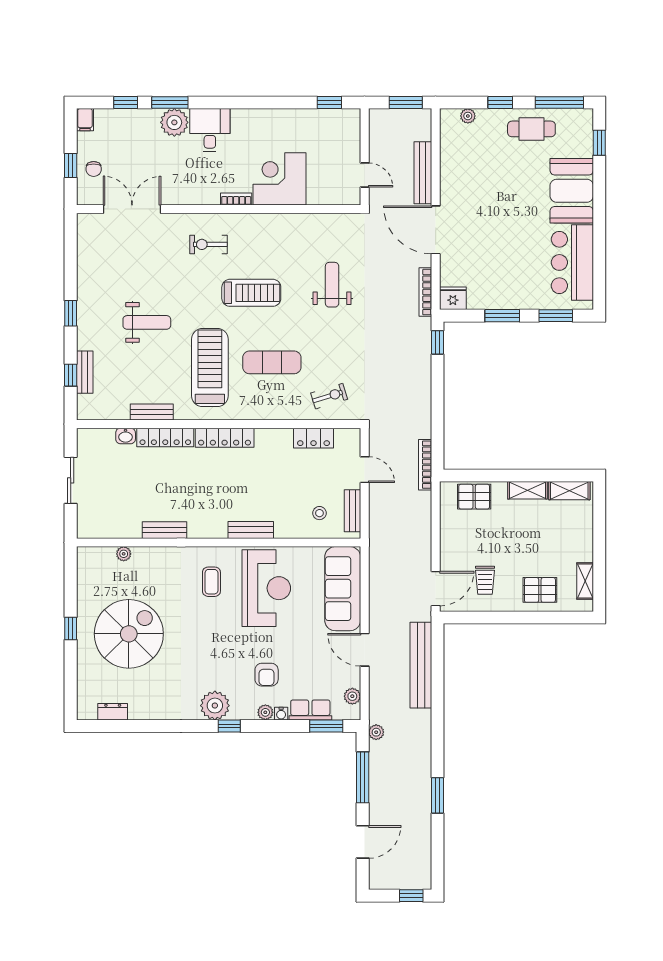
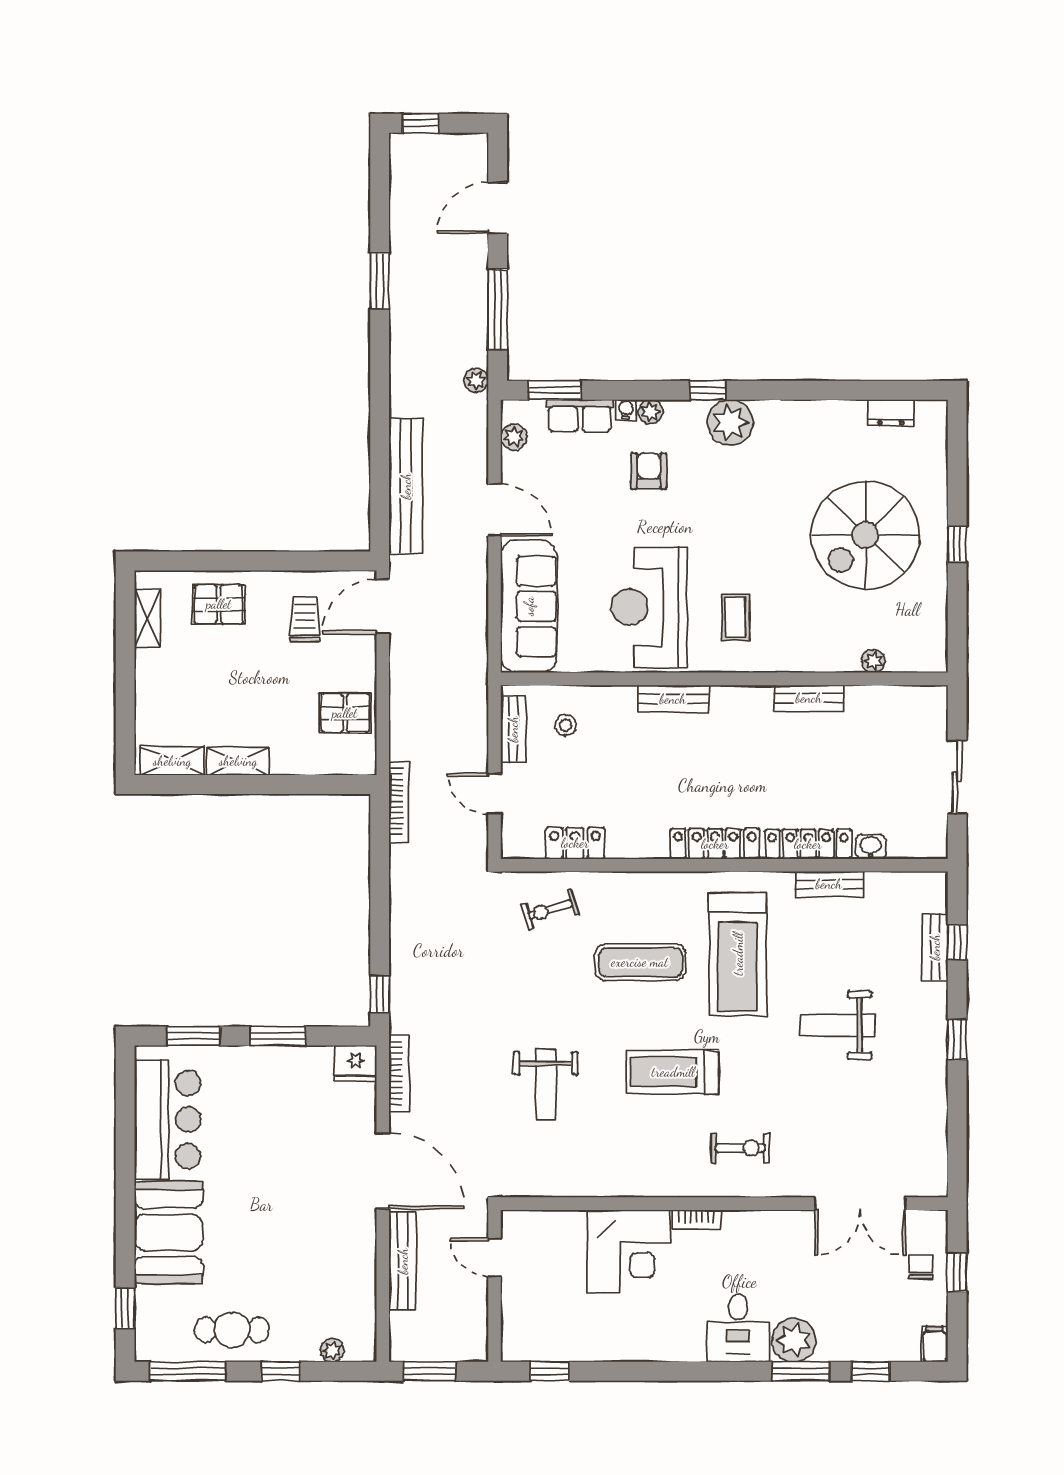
pallet: (474, 497) -> (345, 713), moved

